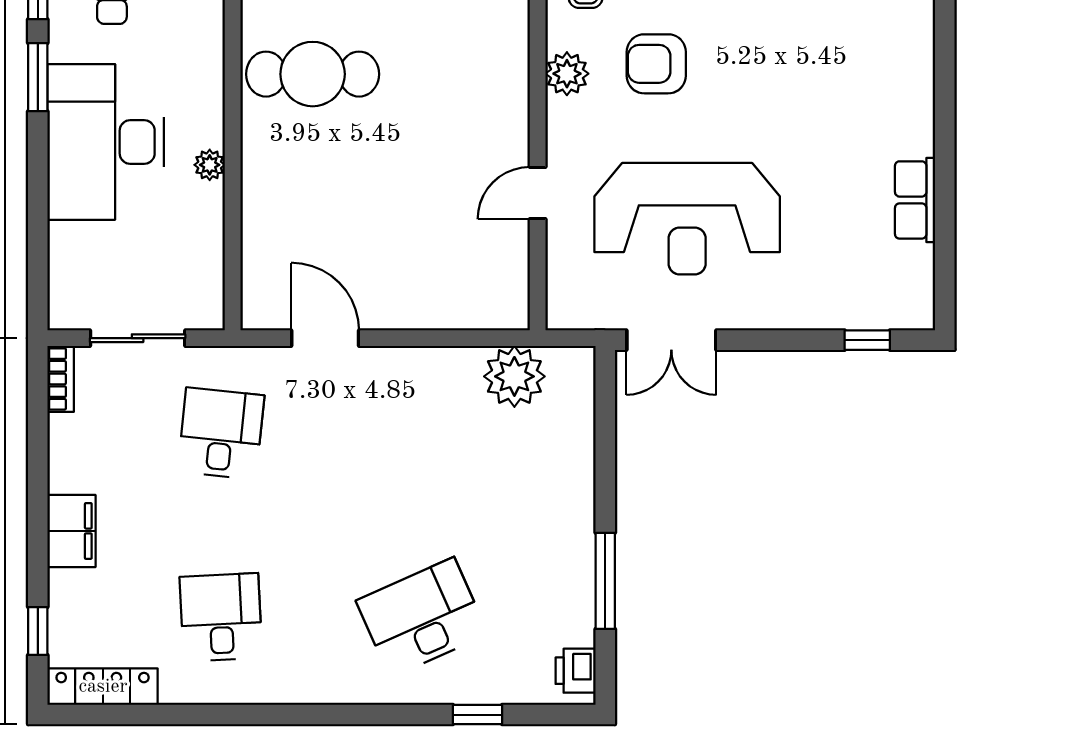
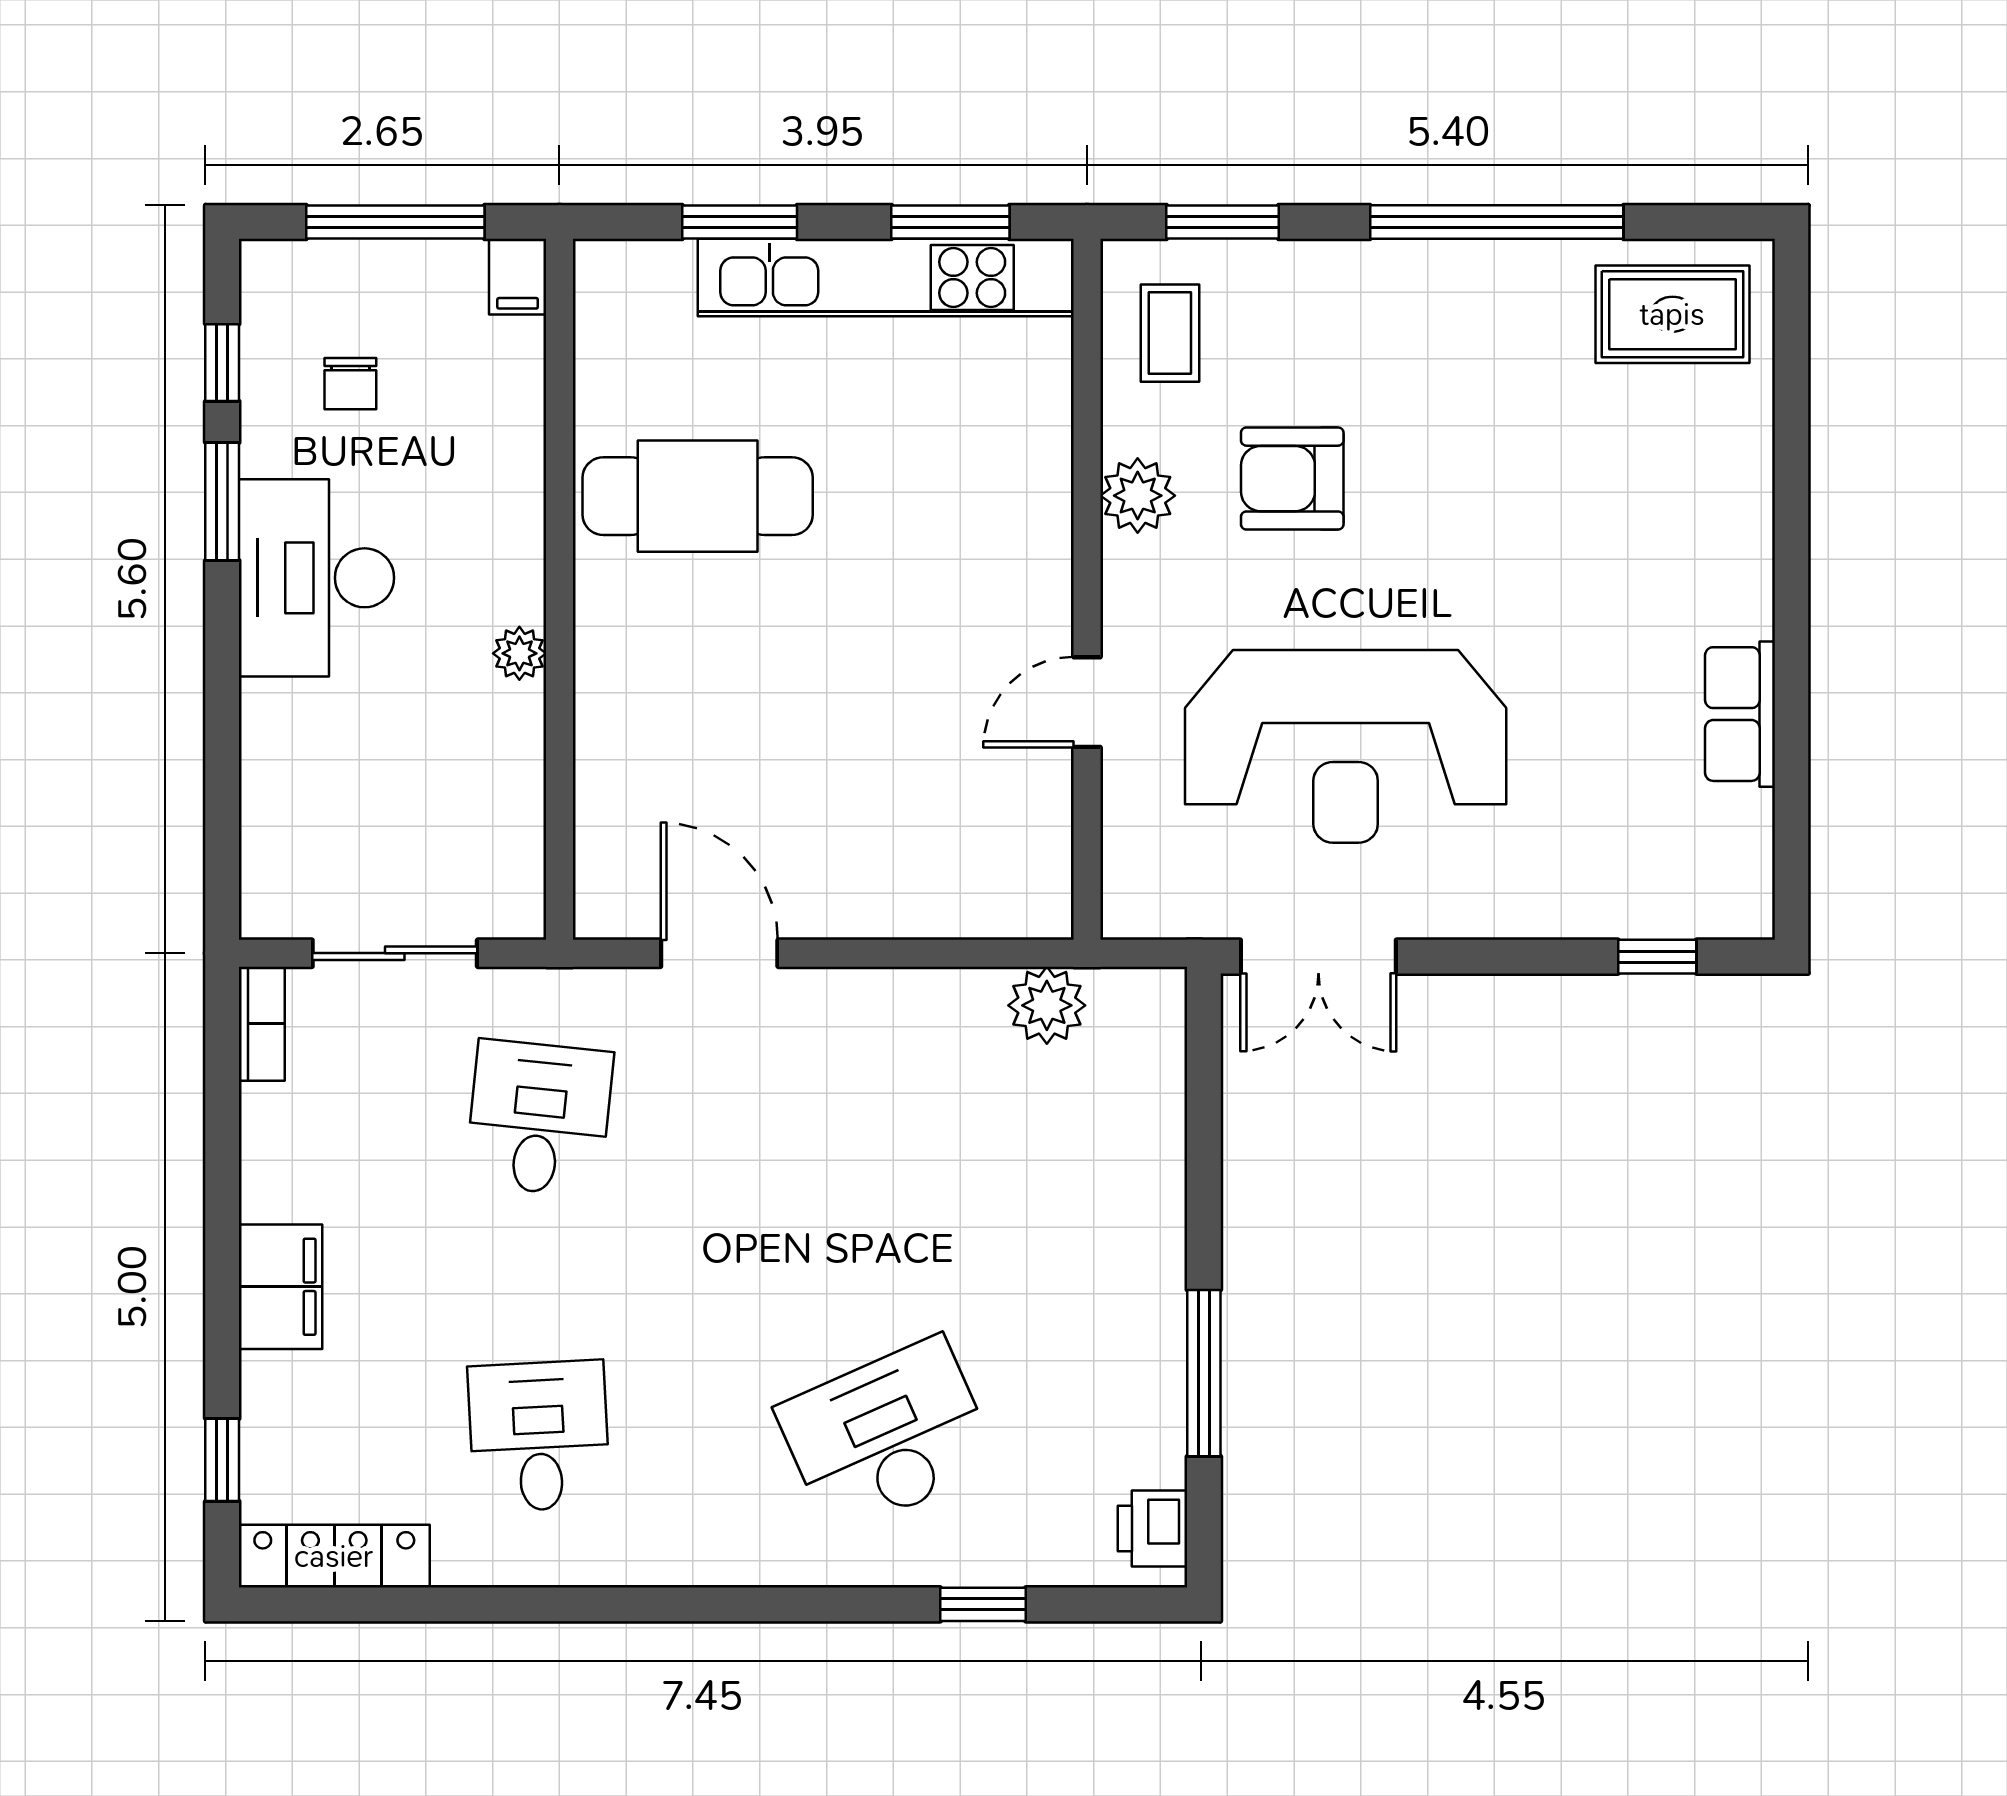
desk: (106, 142) -> (316, 578), width x0.73, depth x0.77
plant: (514, 376) -> (1047, 1005), width x0.73, depth x0.73

